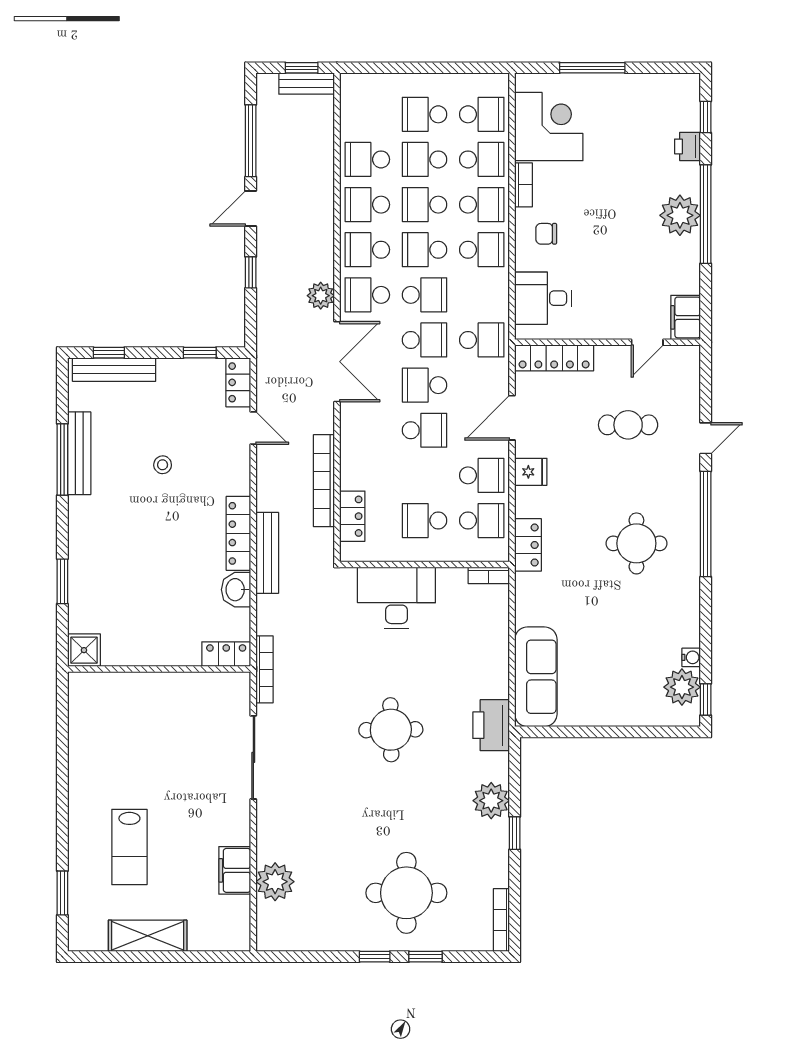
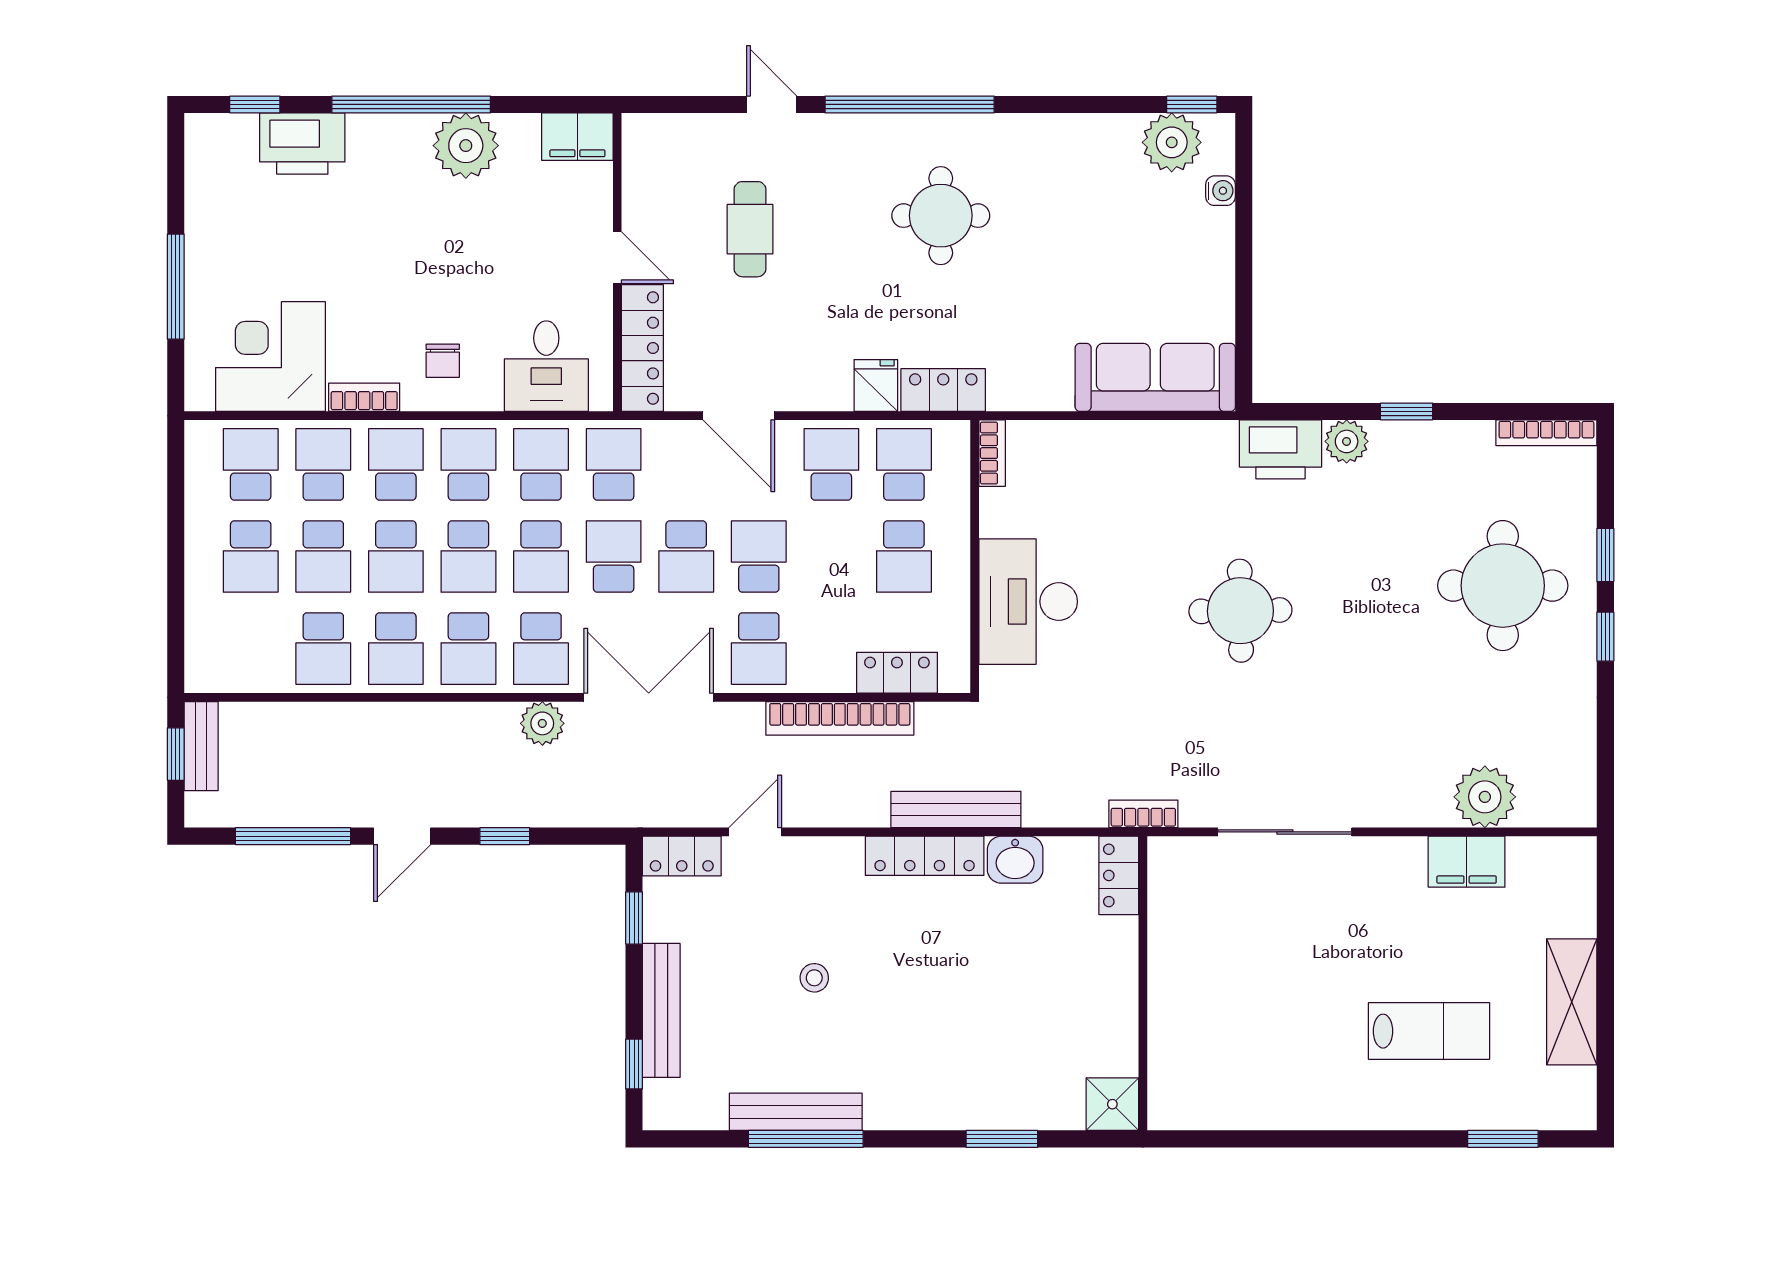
printer: (687, 146) -> (302, 144), width x1.87, depth x1.48
door: (251, 209) -> (402, 836), hinge flipped
plant: (680, 215) -> (466, 146), moved
school desk: (425, 295) -> (541, 556), turned 180
school desk: (482, 295) -> (541, 464), added
door: (647, 342) -> (617, 258), moved
bench: (114, 370) -> (661, 1010), moved
school desk: (367, 430) -> (759, 649), added
fridge: (531, 472) -> (876, 385), moved
water cooler: (691, 657) -> (1221, 191), moved, turned 90
bookcase: (264, 669) -> (1143, 814), width x0.64
printer: (491, 725) -> (1280, 449), moved
plant: (491, 801) -> (1347, 441), width x0.73, depth x0.73

